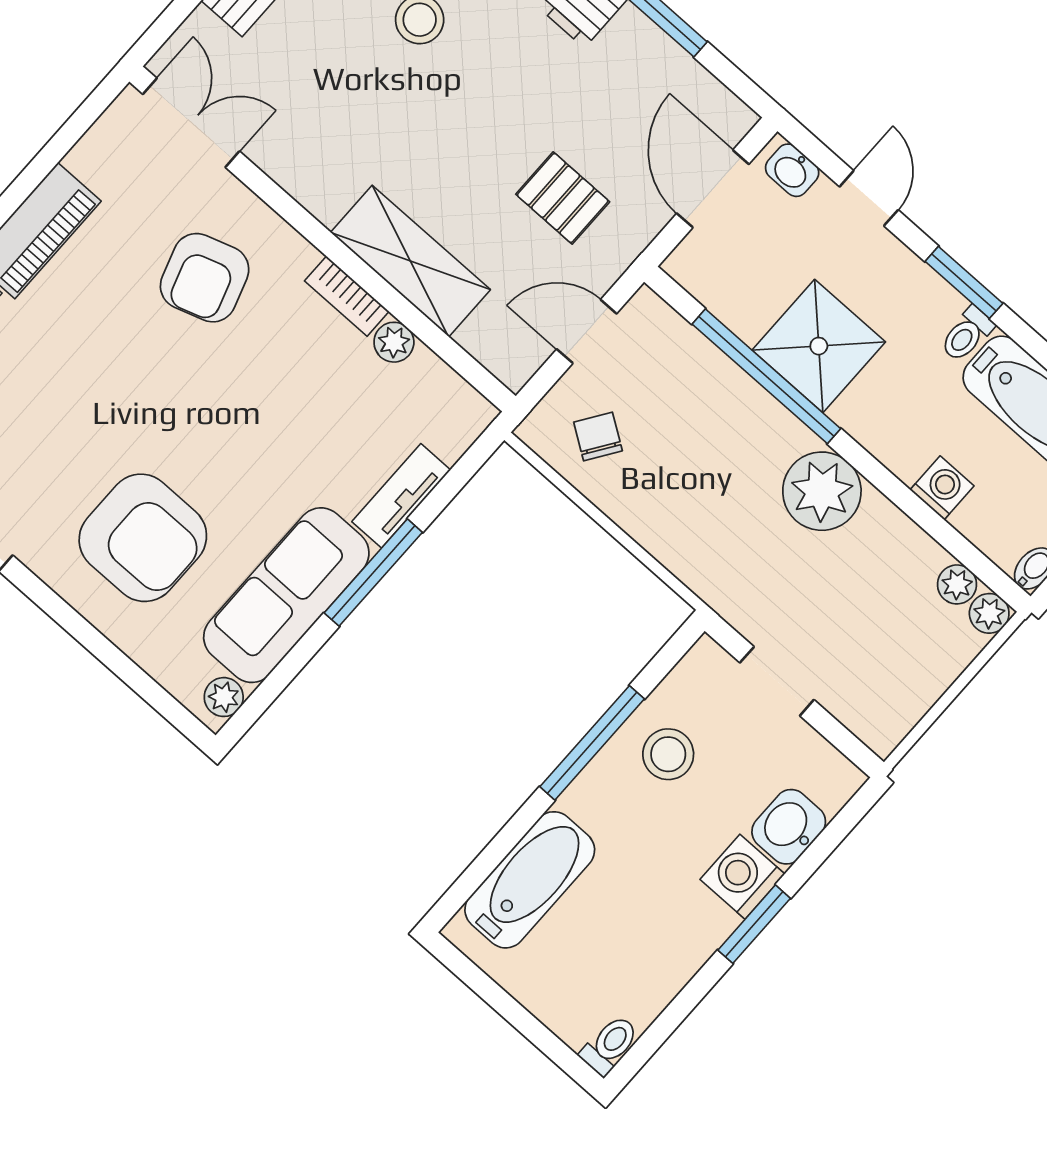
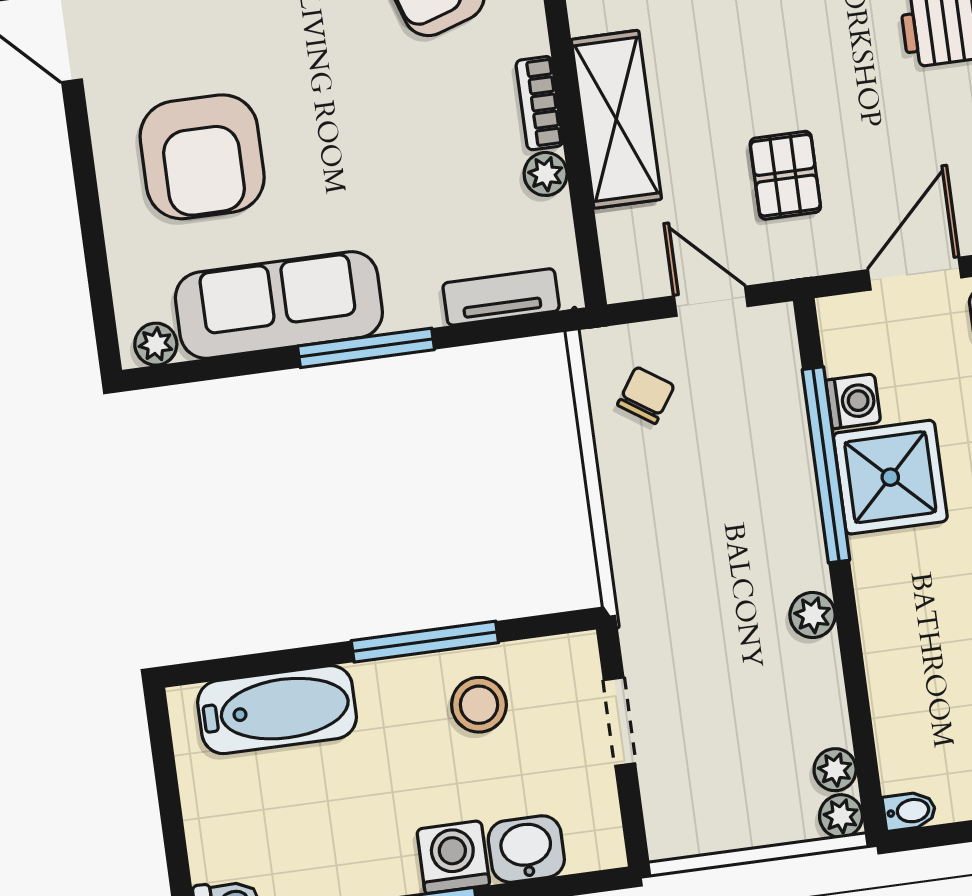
washing machine: (942, 488) -> (853, 401), moved
plant: (822, 491) -> (813, 615), width x0.53, depth x0.53
tv unit: (401, 496) -> (501, 297), moved

